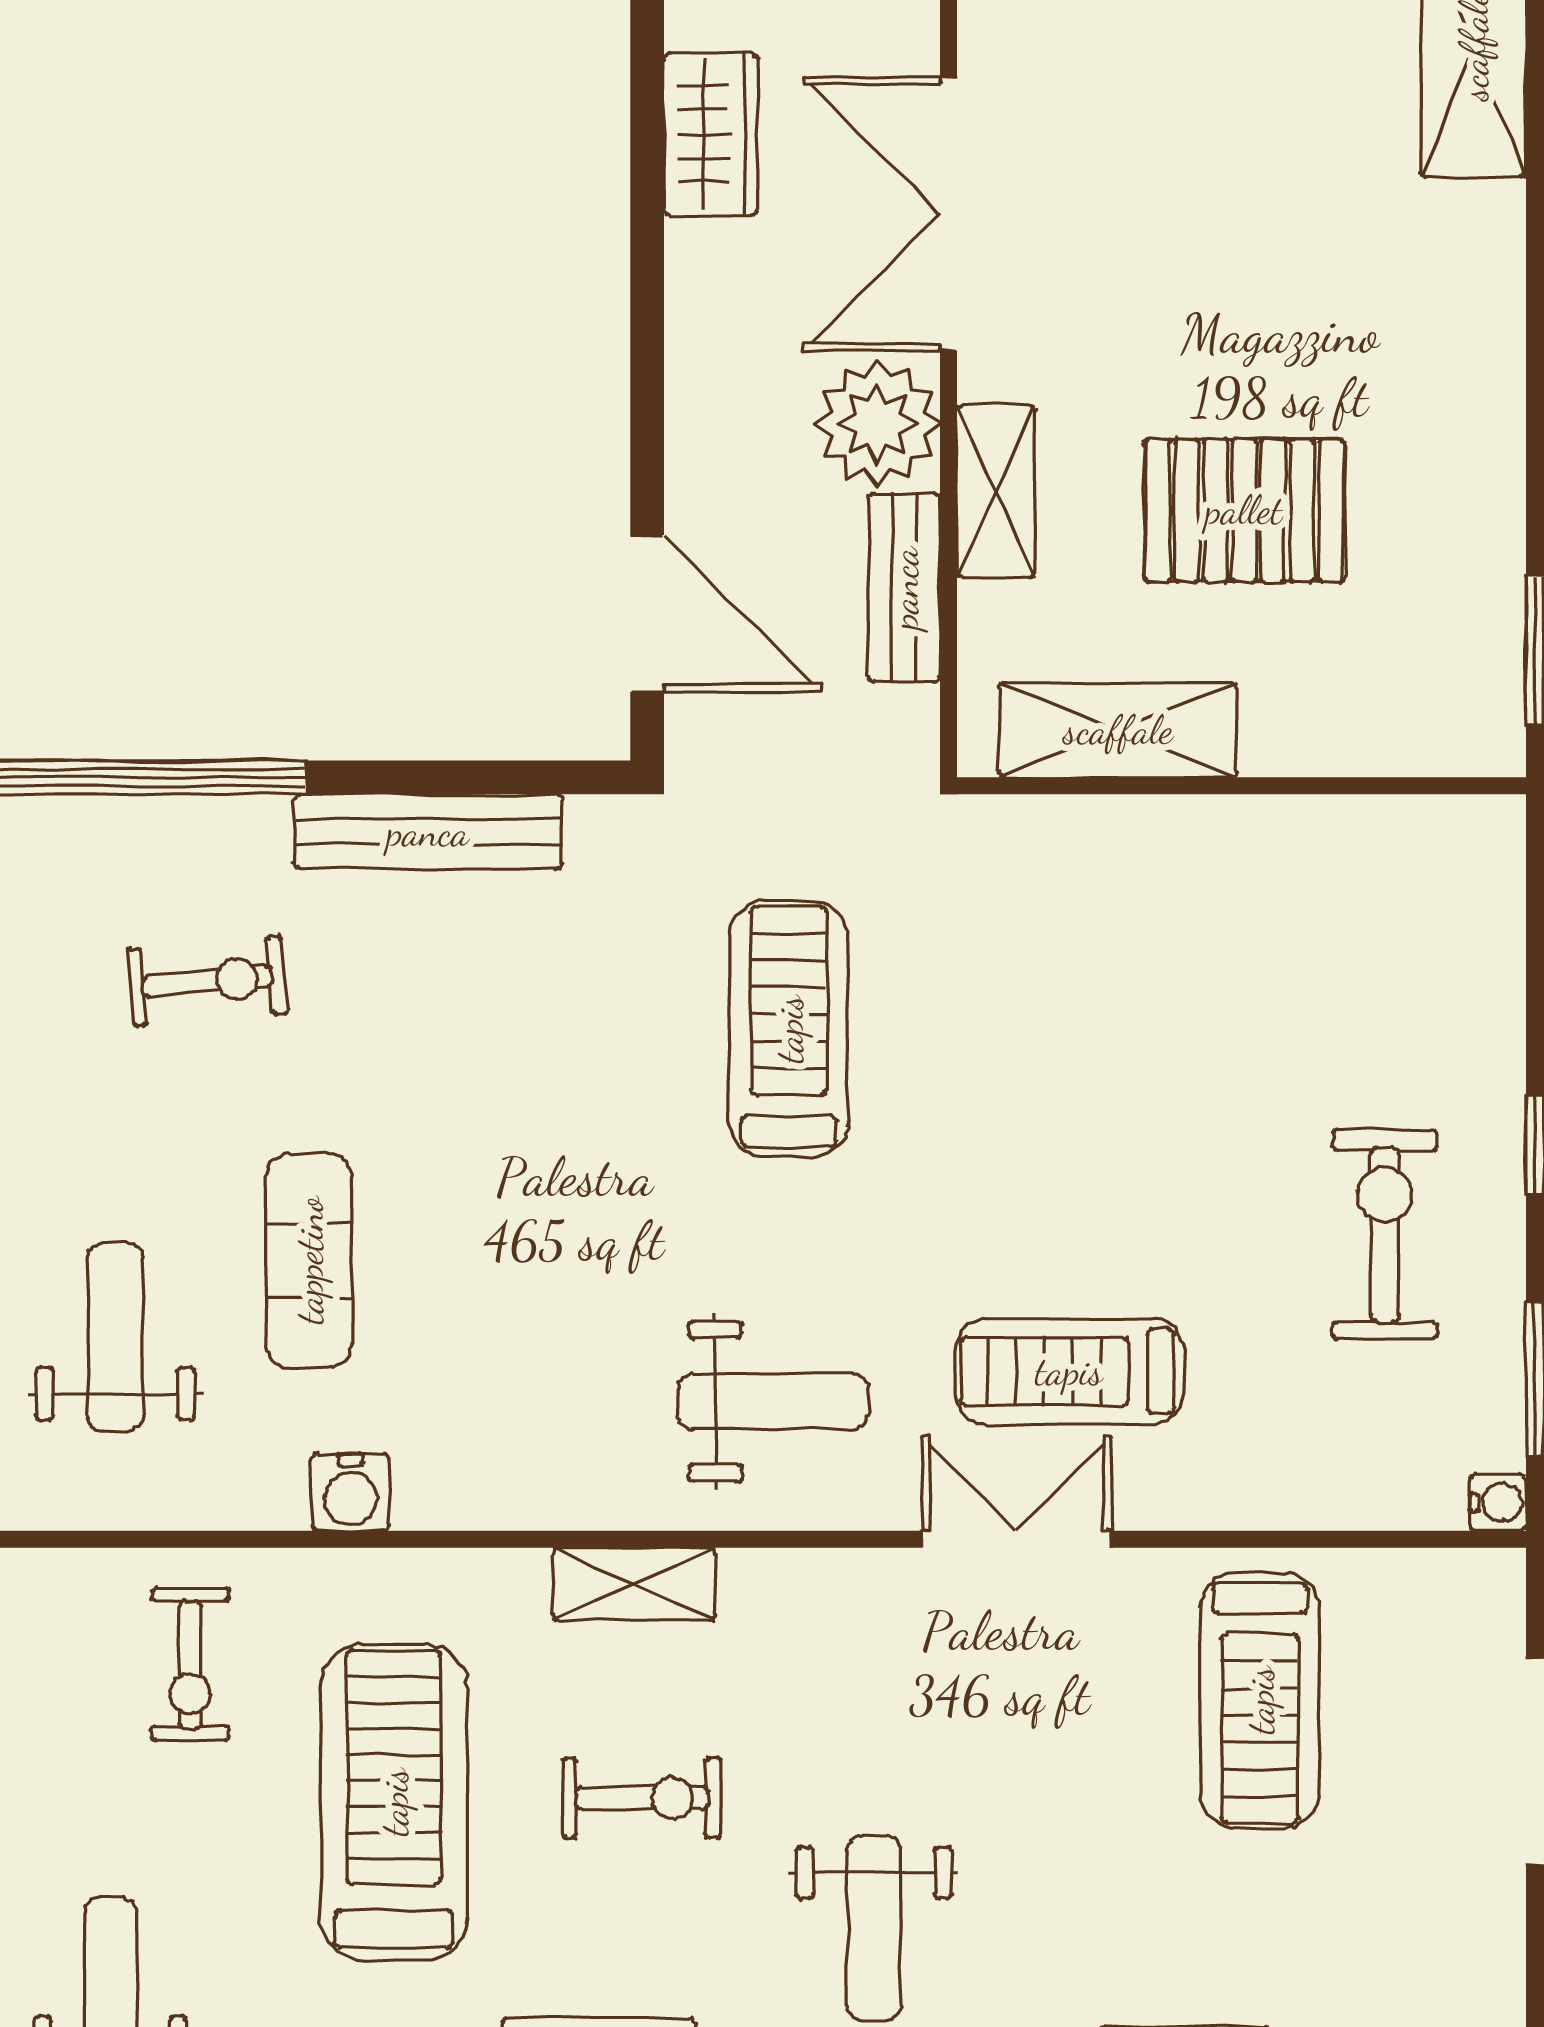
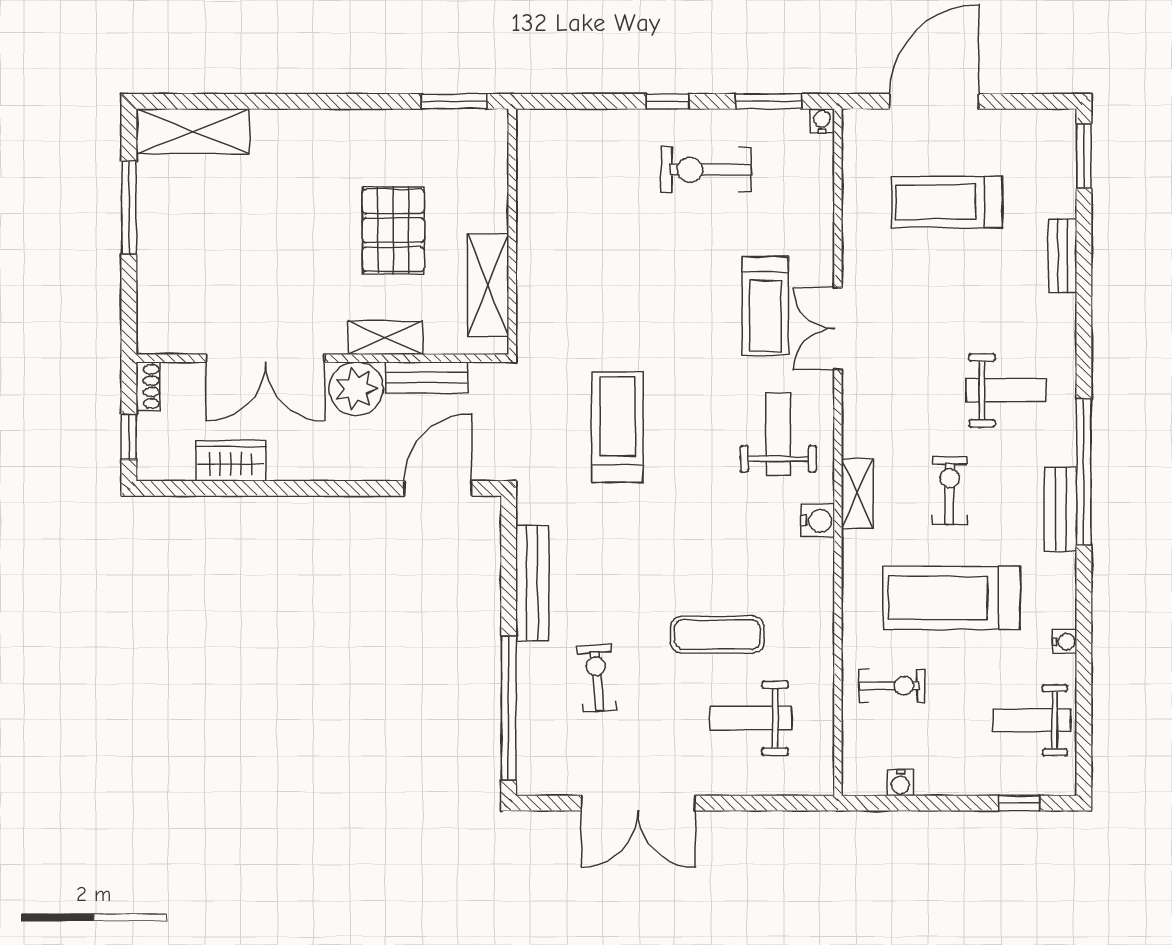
treadmill: (789, 1029) -> (617, 427), turned 90
water cooler: (351, 1492) -> (818, 521), moved
treadmill: (1260, 1700) -> (947, 202), moved, turned 180

